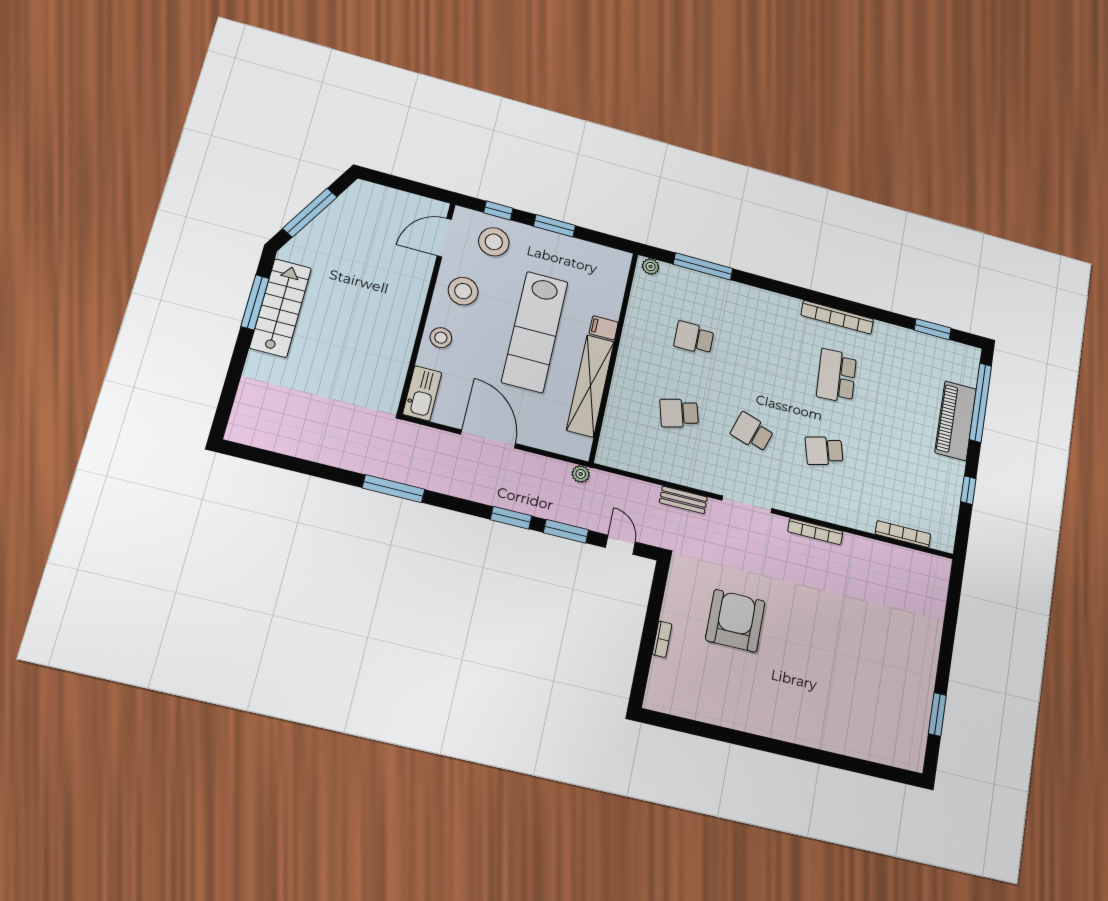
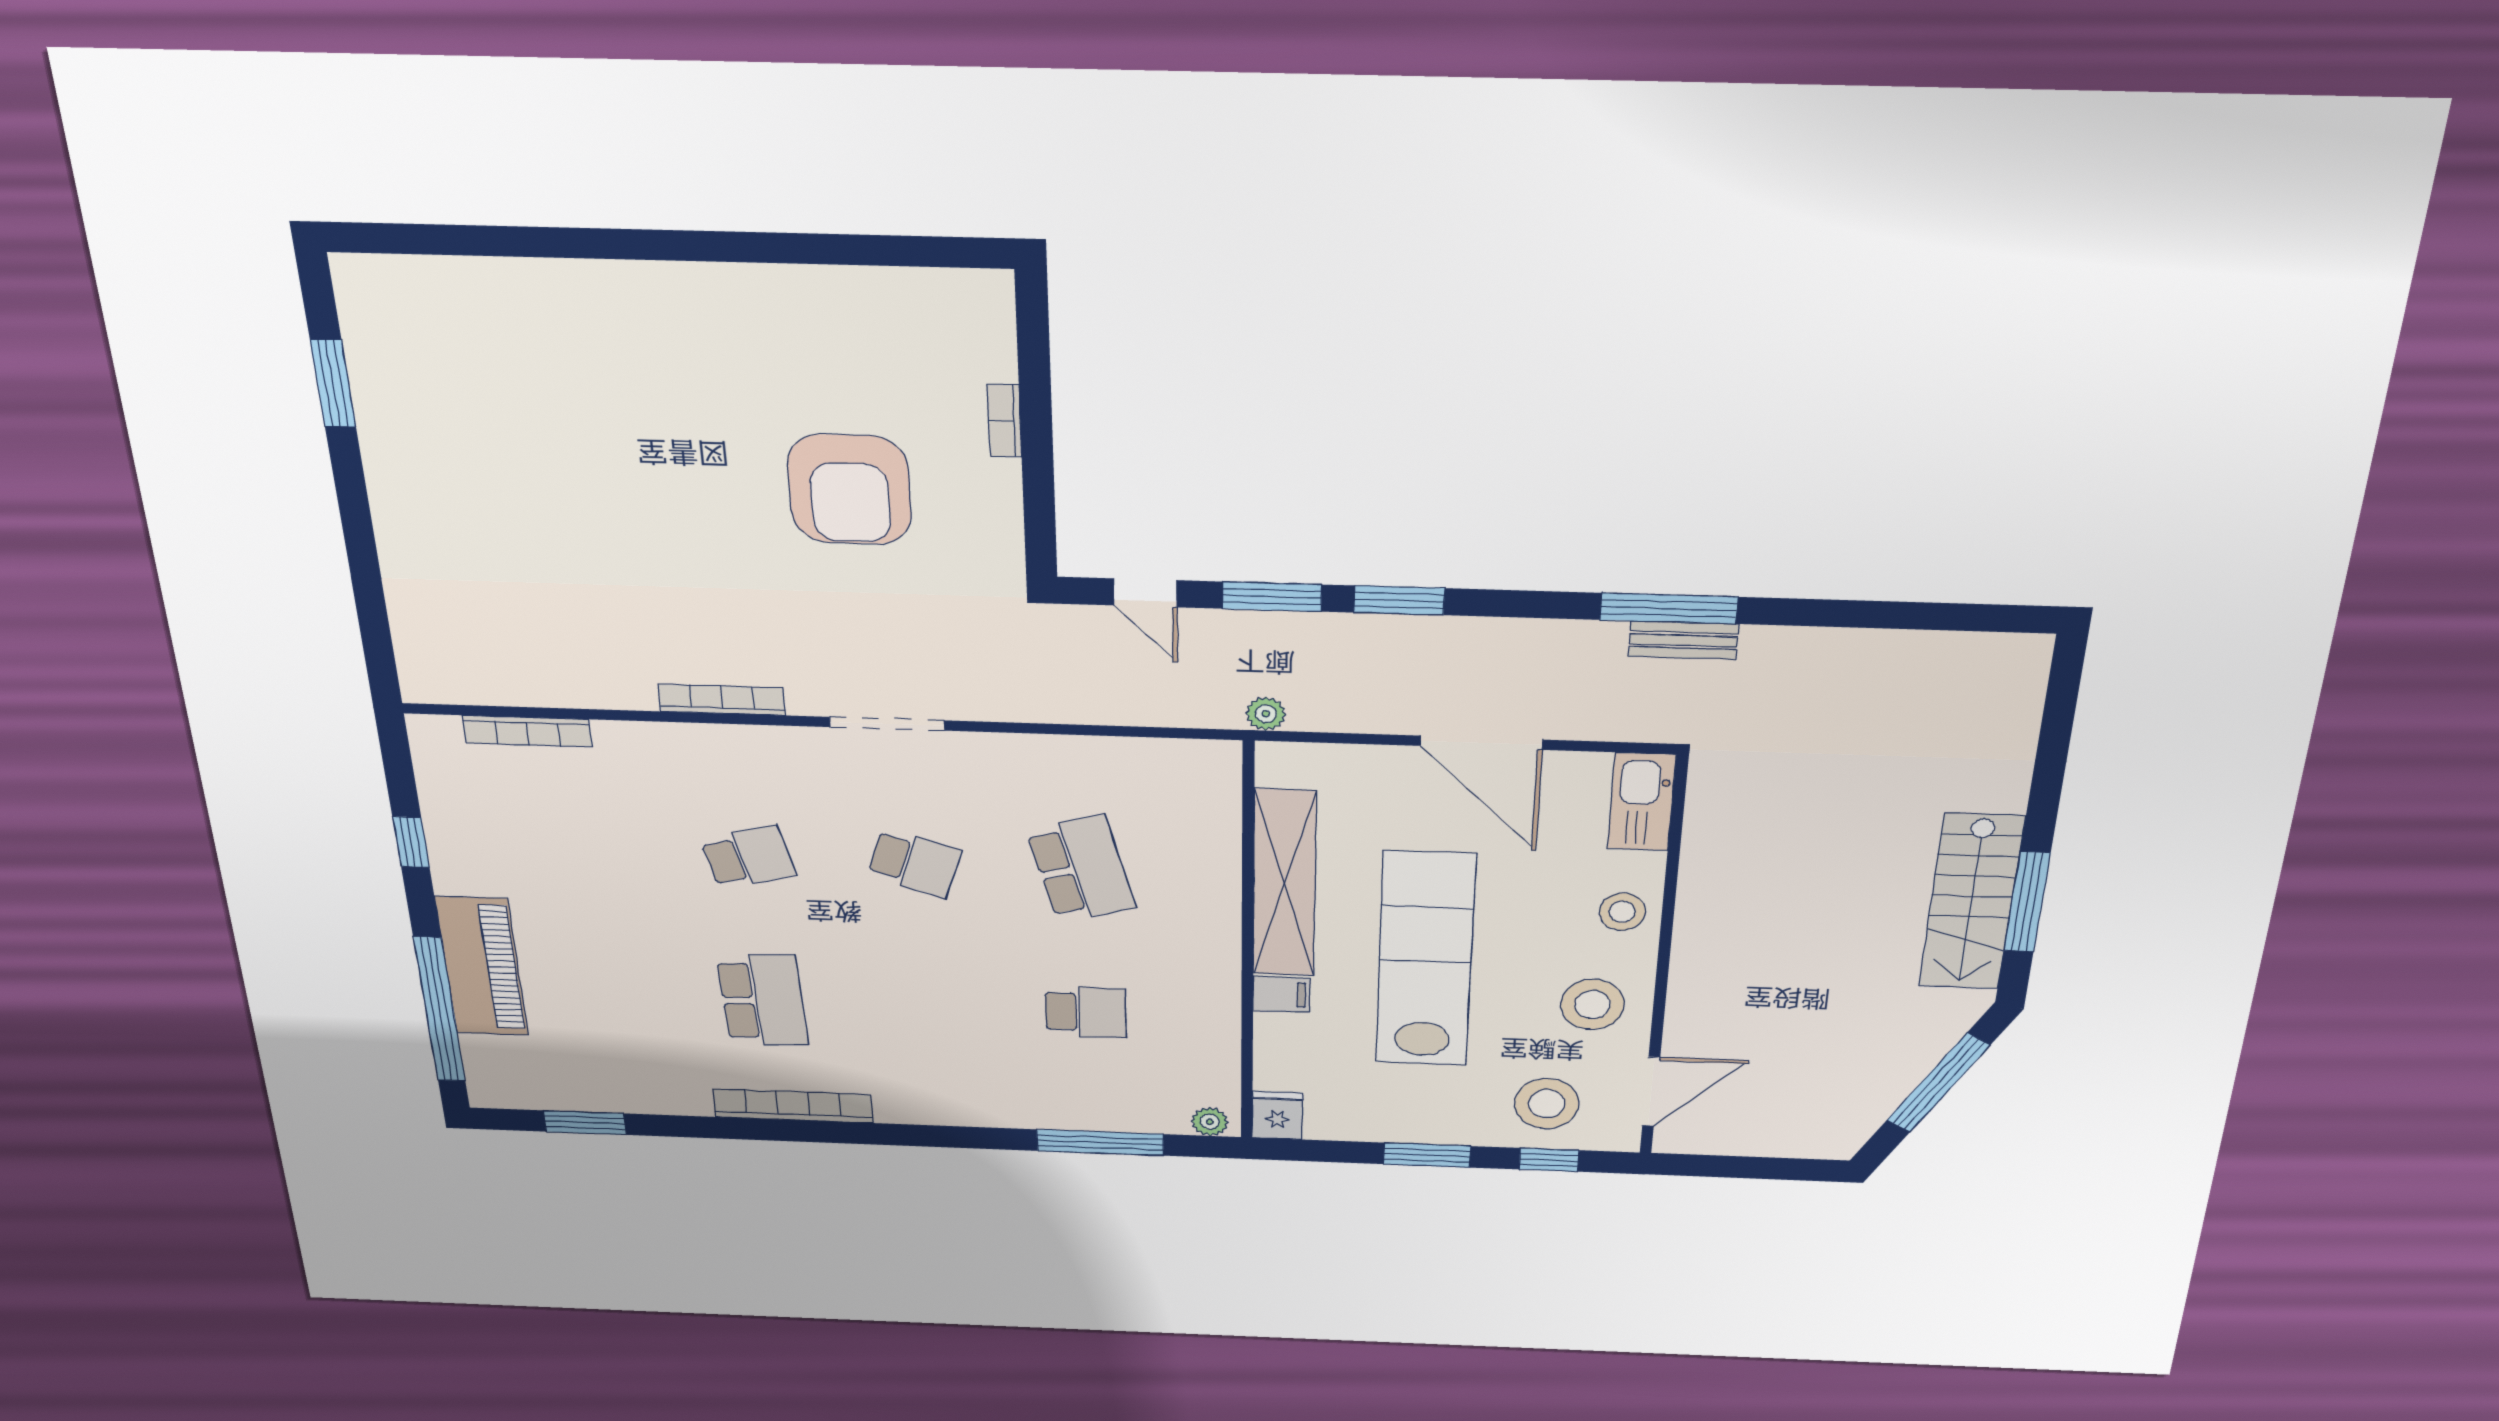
fridge: (619, 263) -> (1277, 1115), added
school desk: (679, 413) -> (1081, 869), width x1.85
bench: (683, 500) -> (1683, 640), moved

